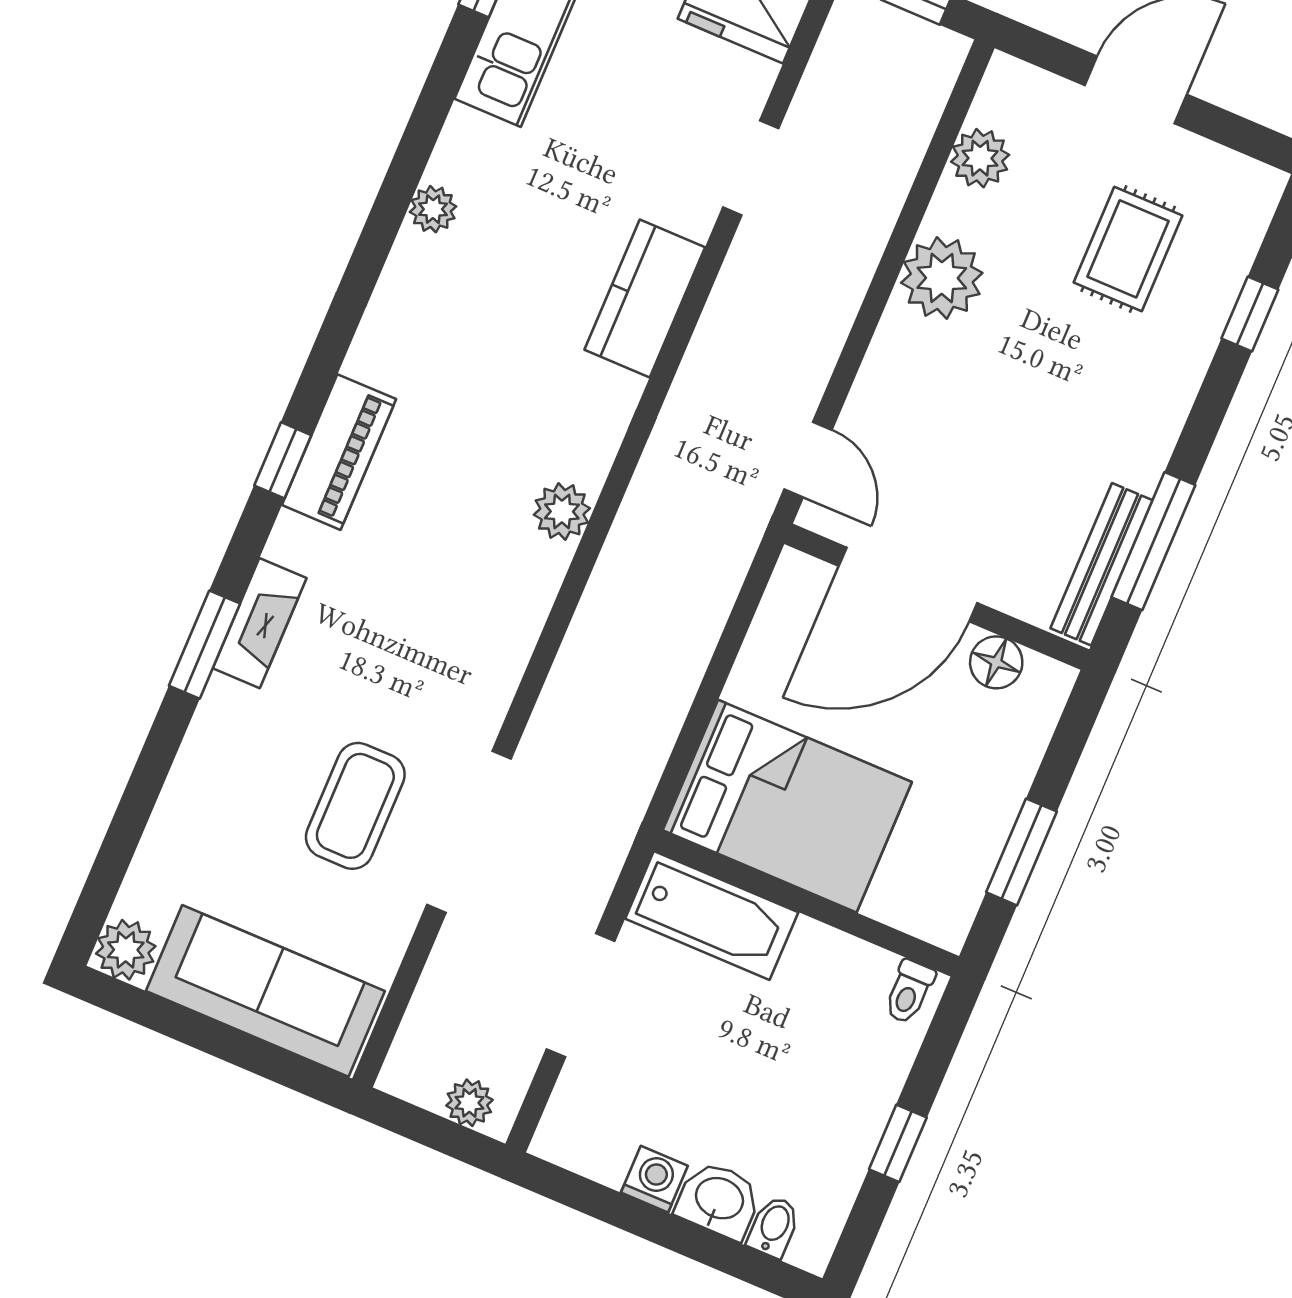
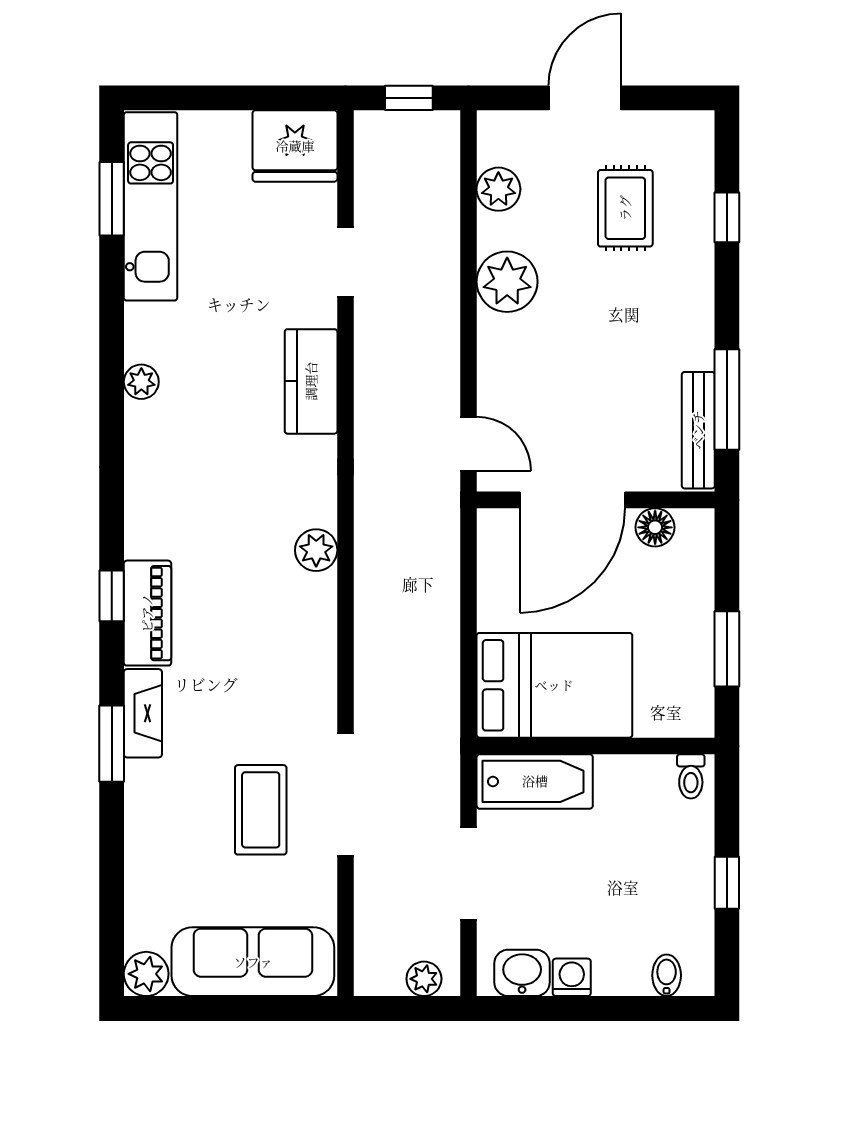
piano: (339, 452) -> (147, 613), moved
washbasin: (719, 1200) -> (522, 973), moved

